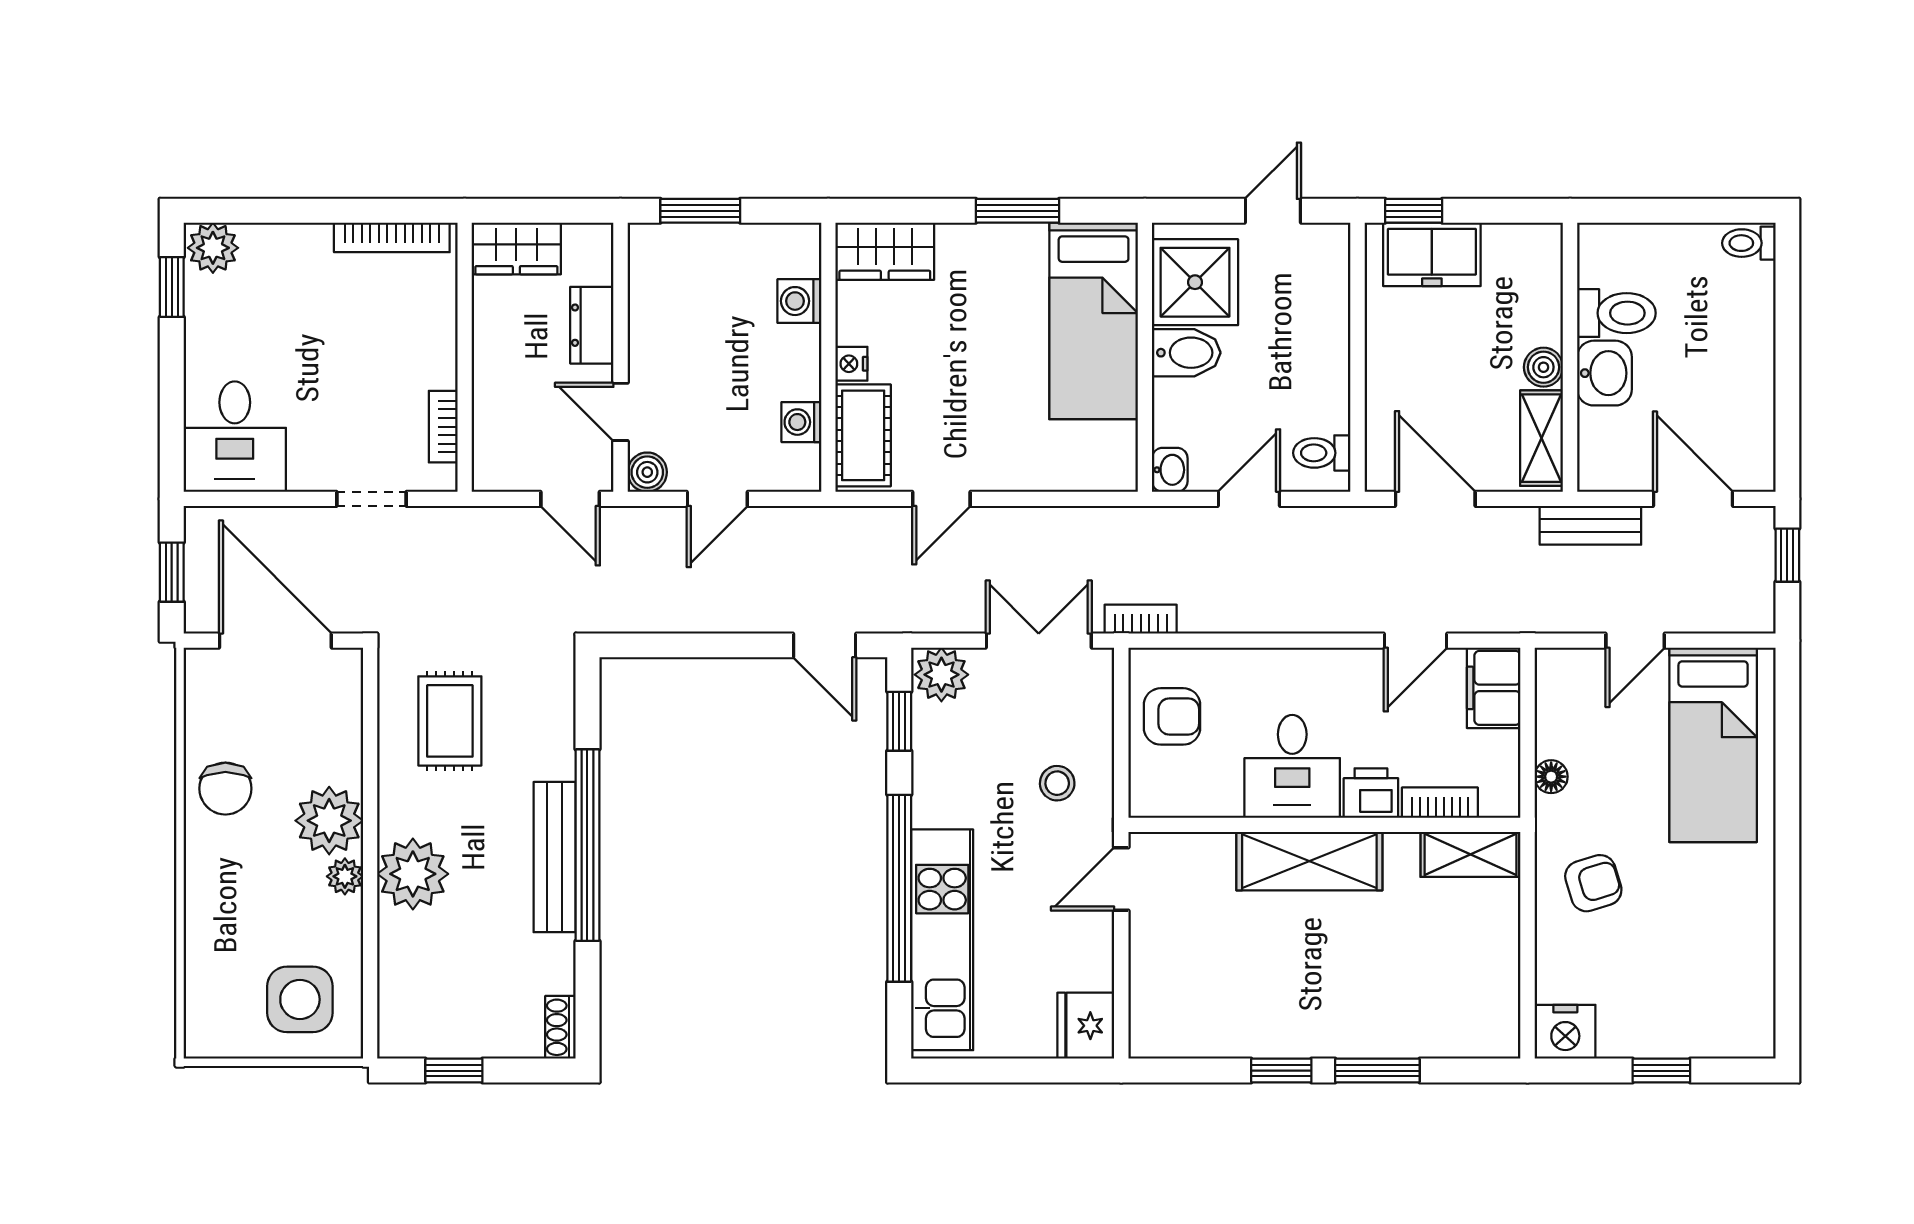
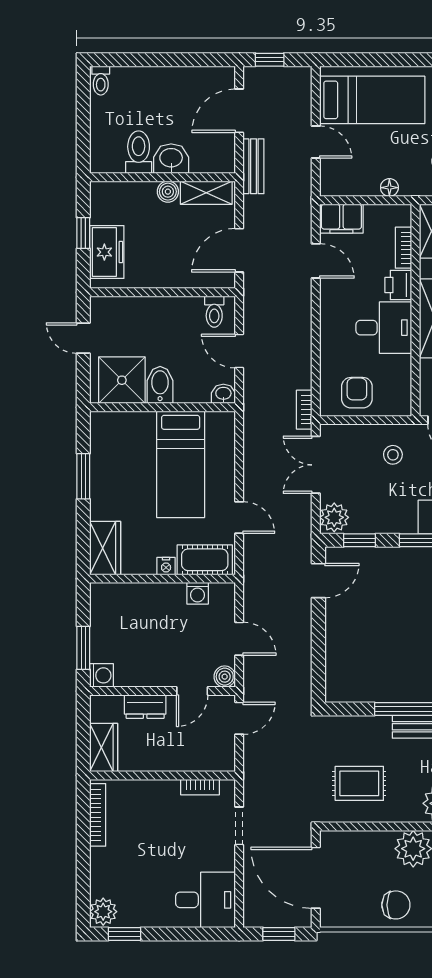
window: (1414, 211) -> (83, 233), moved
washing machine: (799, 301) -> (101, 675), moved, turned -90
bed: (1094, 321) -> (181, 464), moved, turned 90
door: (275, 641) -> (316, 878), hinge flipped

